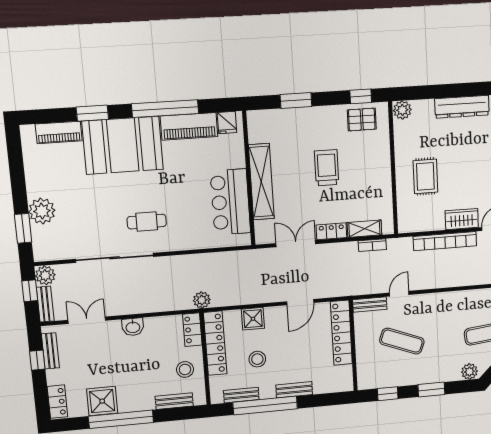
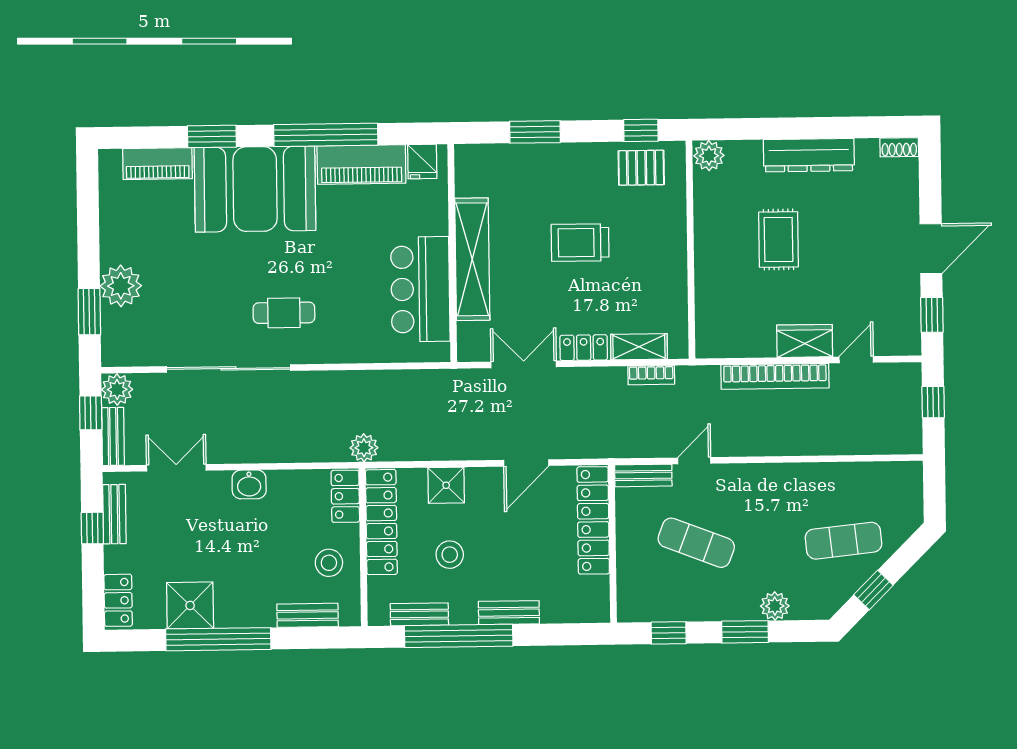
trolley: (327, 168) -> (580, 243), turned -90
rug: (425, 176) -> (778, 239), moved
plant: (469, 372) -> (775, 606), moved

